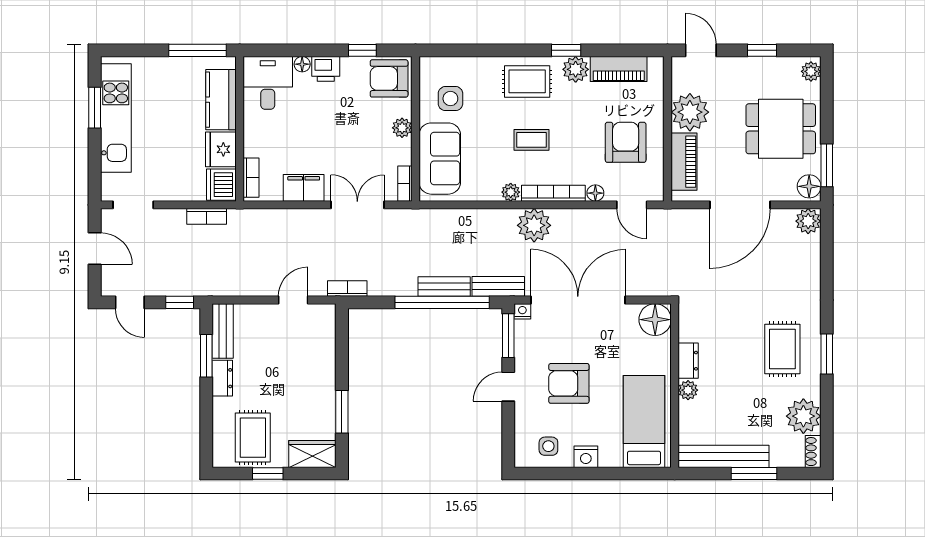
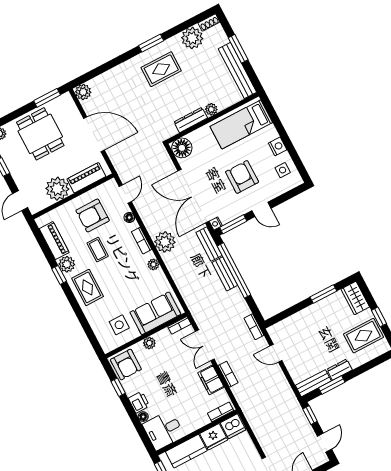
coffee table: (532, 140) -> (98, 250), moved
floor lamp: (809, 186) -> (64, 102), removed
bookcase: (553, 193) -> (142, 241), width x0.64
bookcase: (207, 216) -> (228, 374), moved
dresser: (688, 361) -> (191, 120), width x1.44
armchair: (569, 383) -> (242, 177), turned 180

